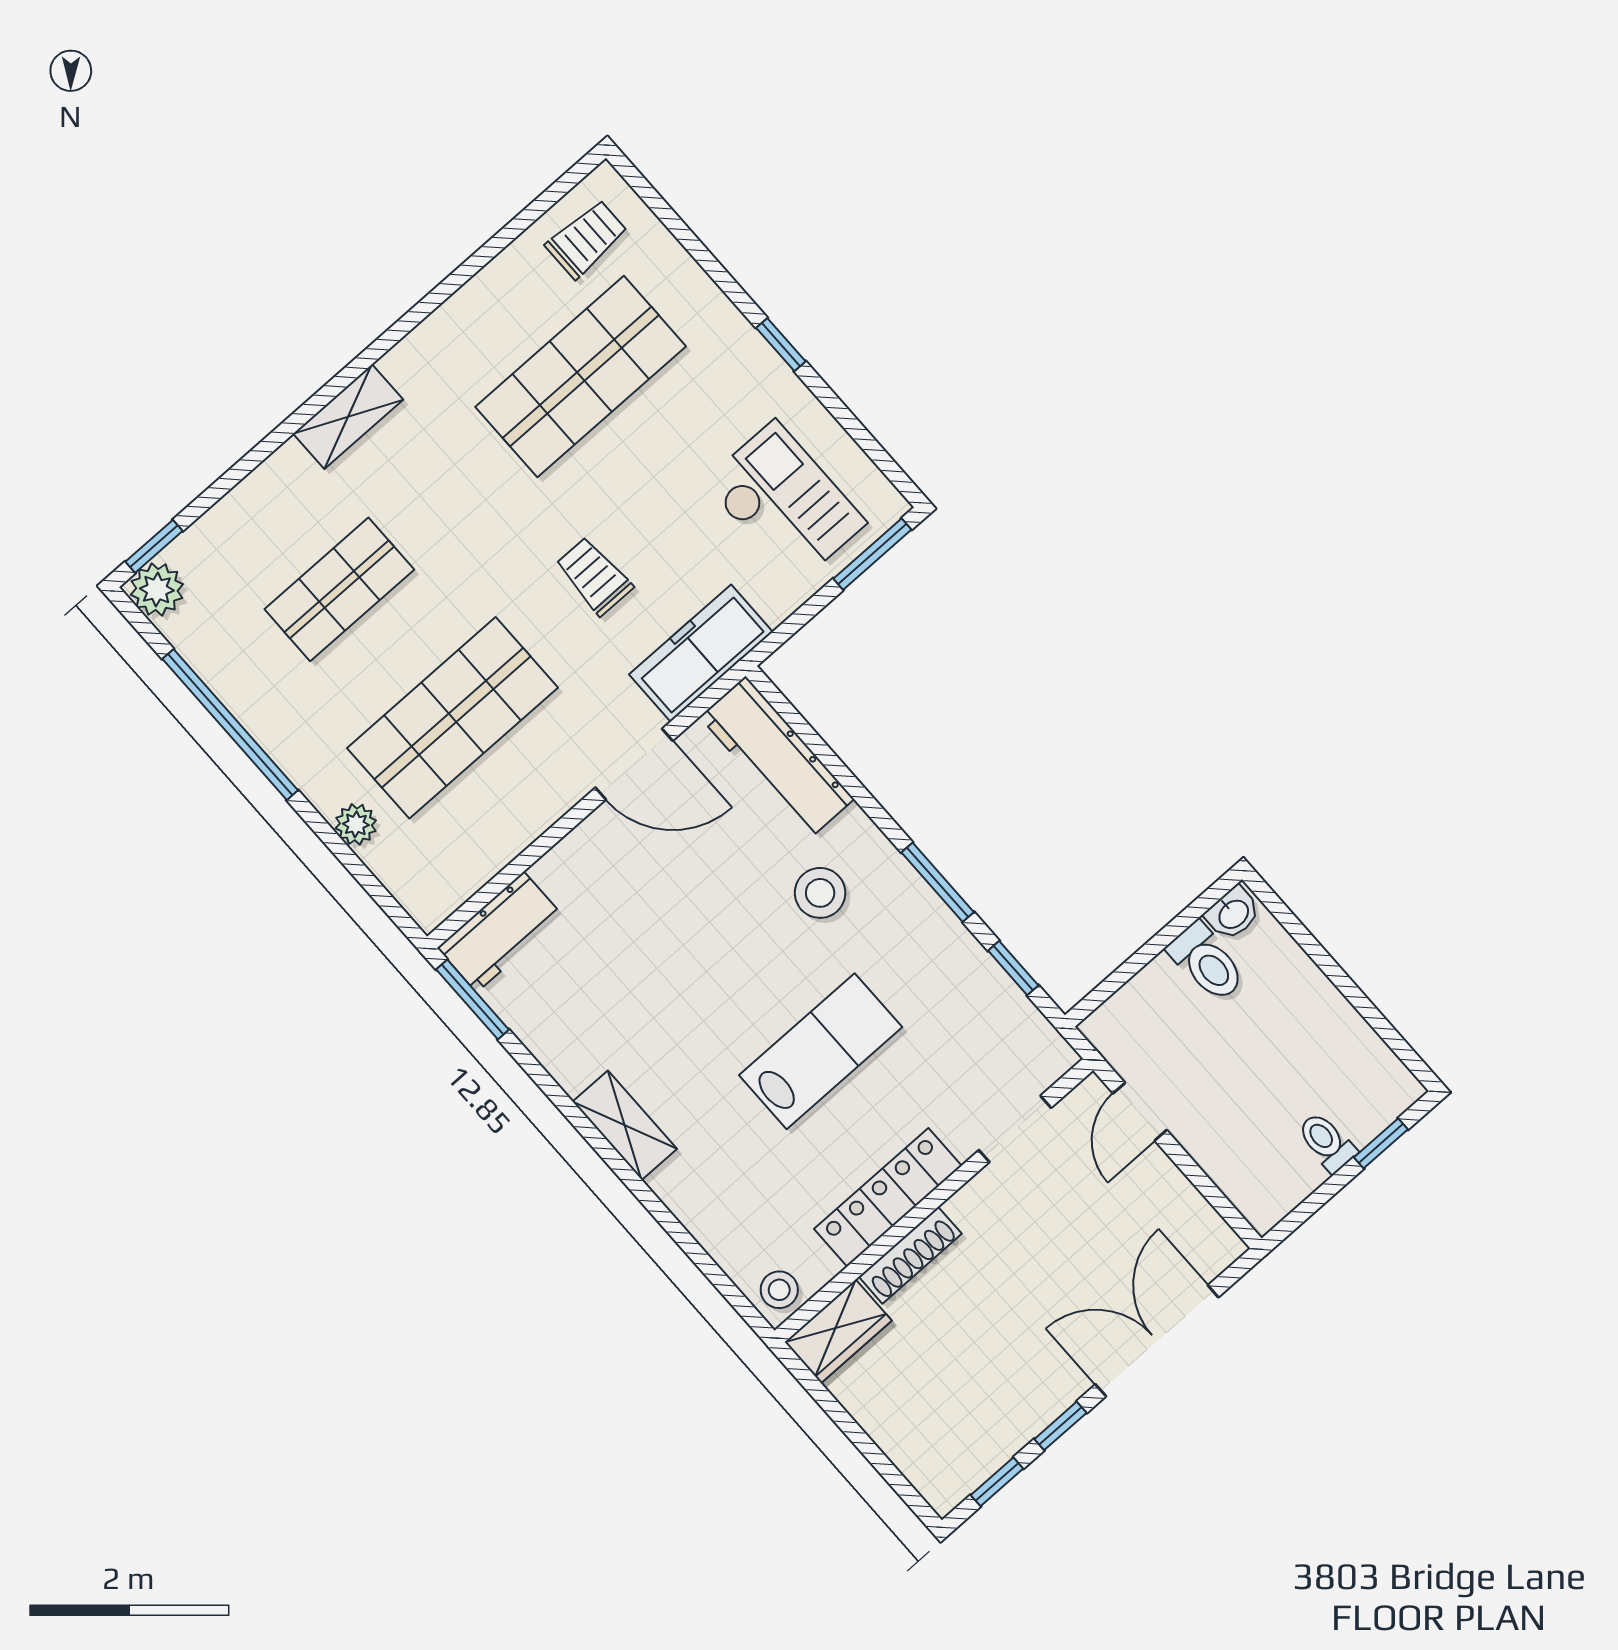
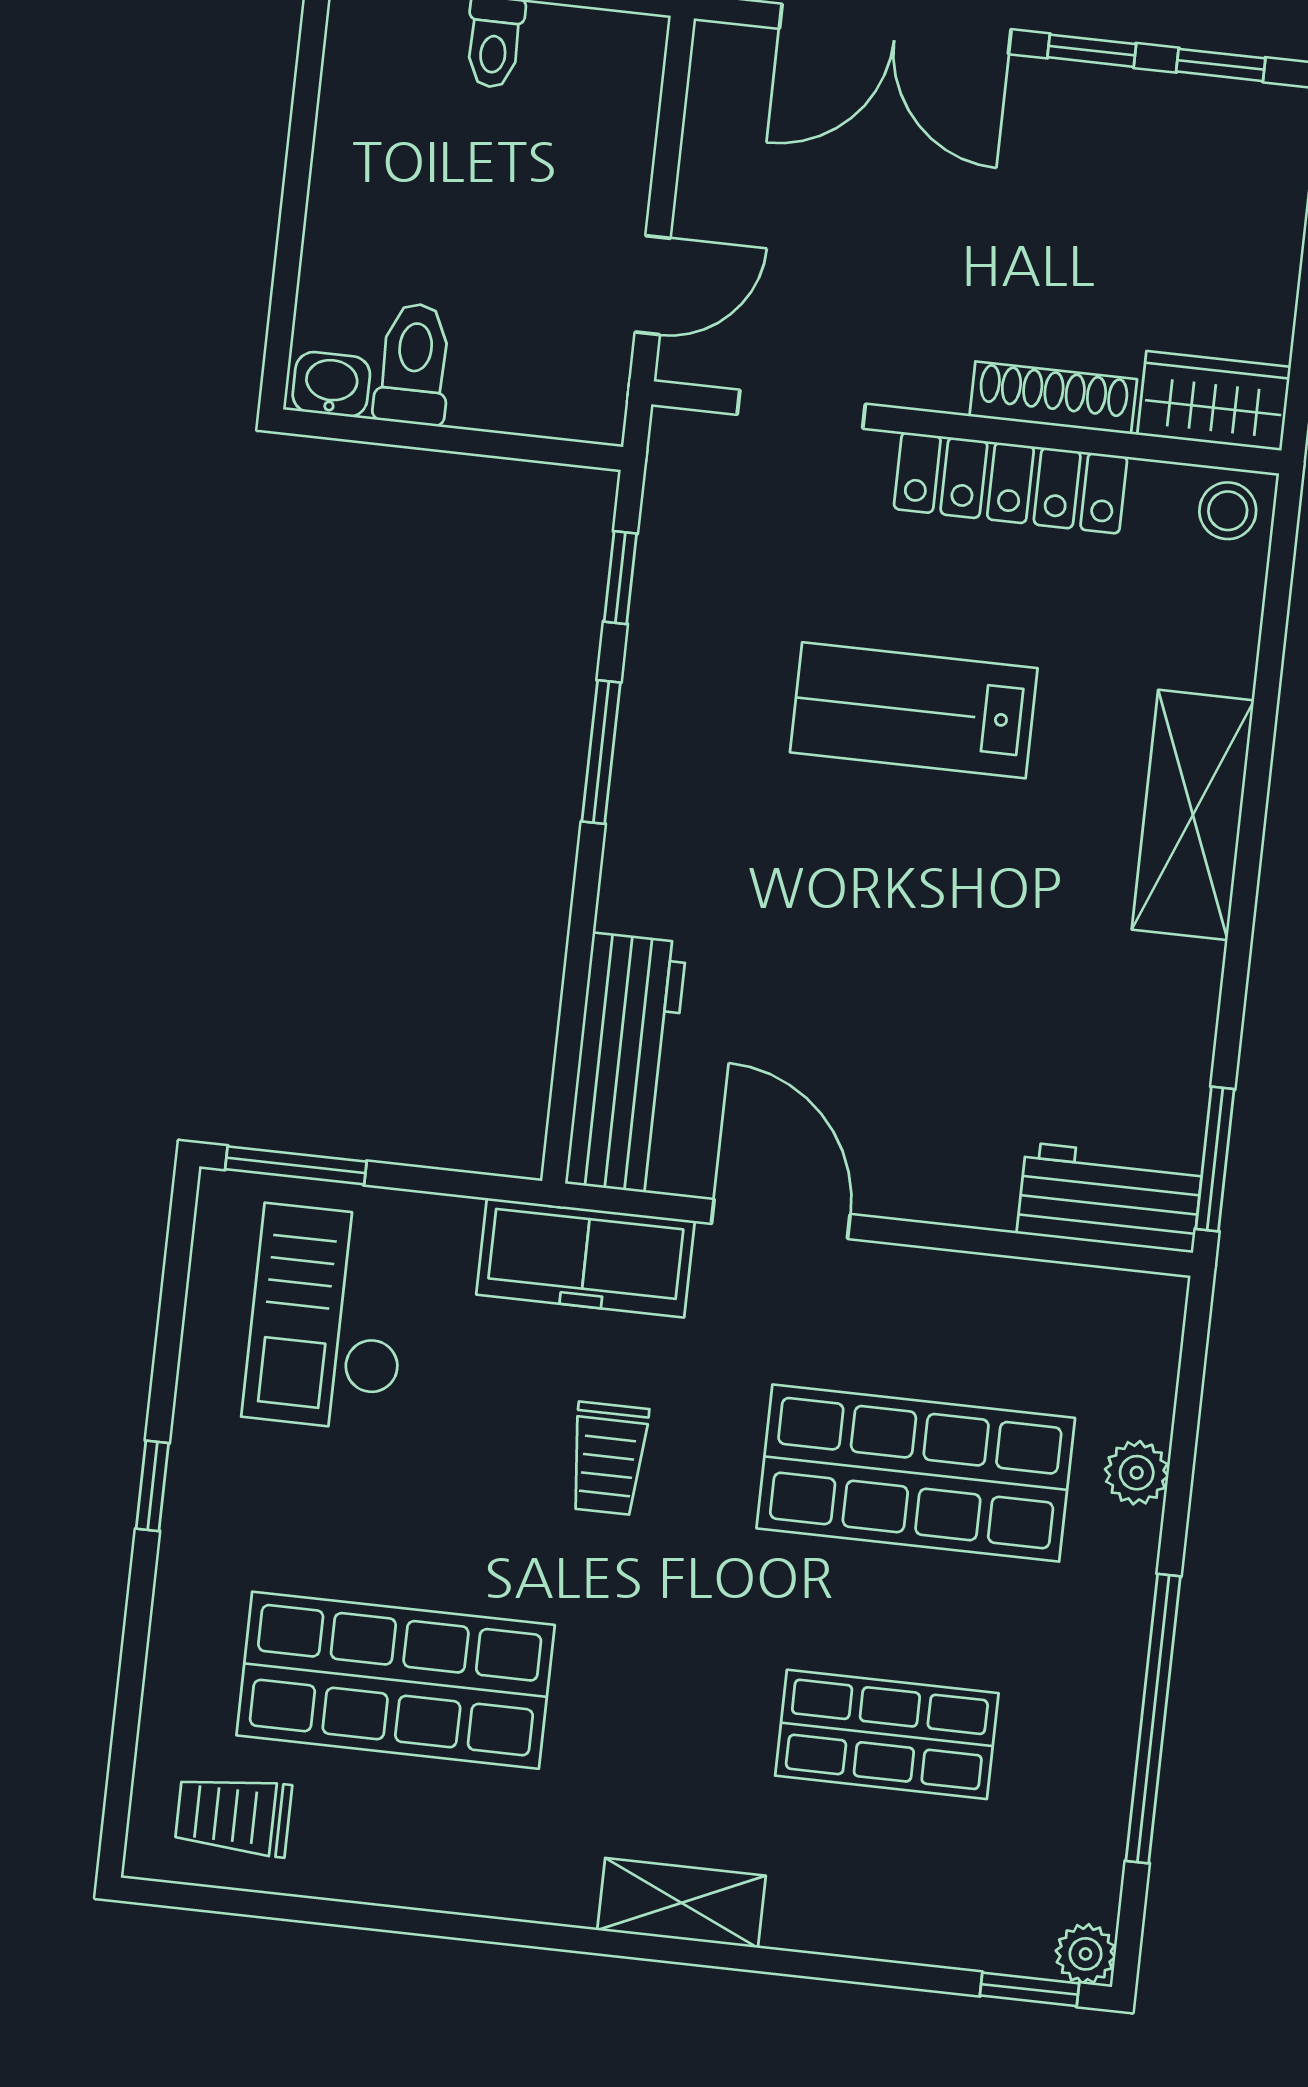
plant: (157, 590) -> (1086, 1954), width x0.73, depth x0.73
stool: (820, 893) -> (735, 875), removed
shelving: (625, 1125) -> (1193, 815), width x1.50, depth x1.33

